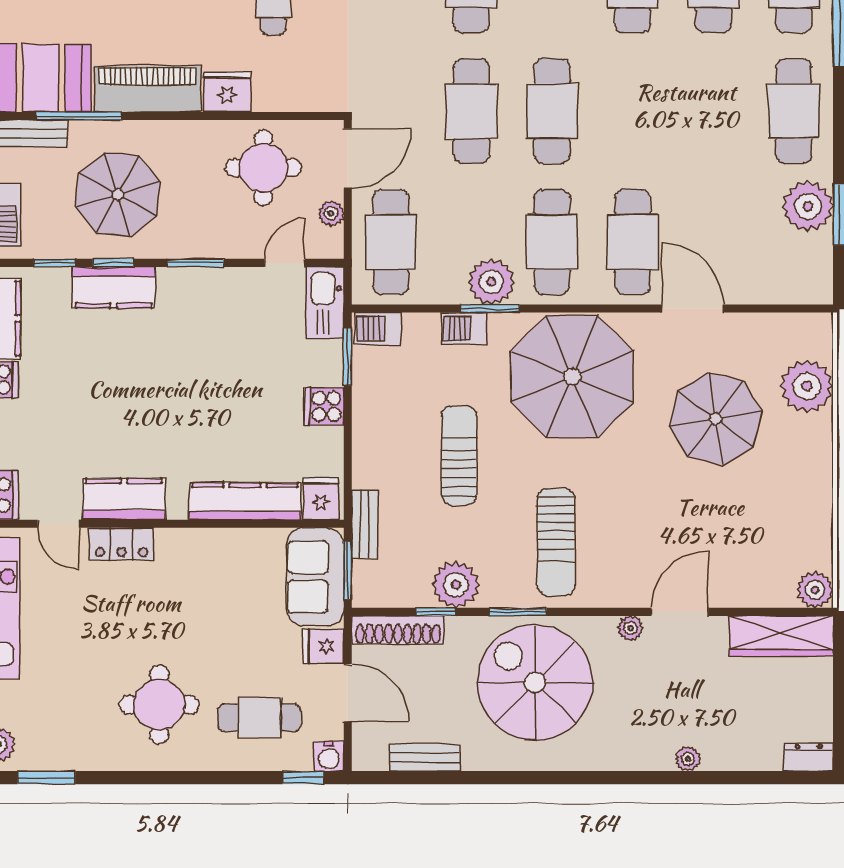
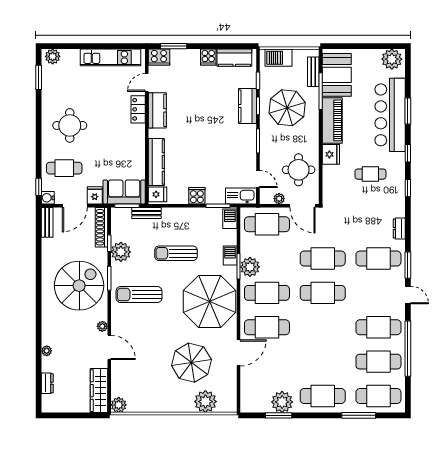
sun lounger: (459, 455) -> (176, 253), turned 180
cafe table: (259, 718) -> (64, 168), turned 90
dresser: (809, 757) -> (47, 383), moved
bench: (425, 758) -> (47, 222), moved

